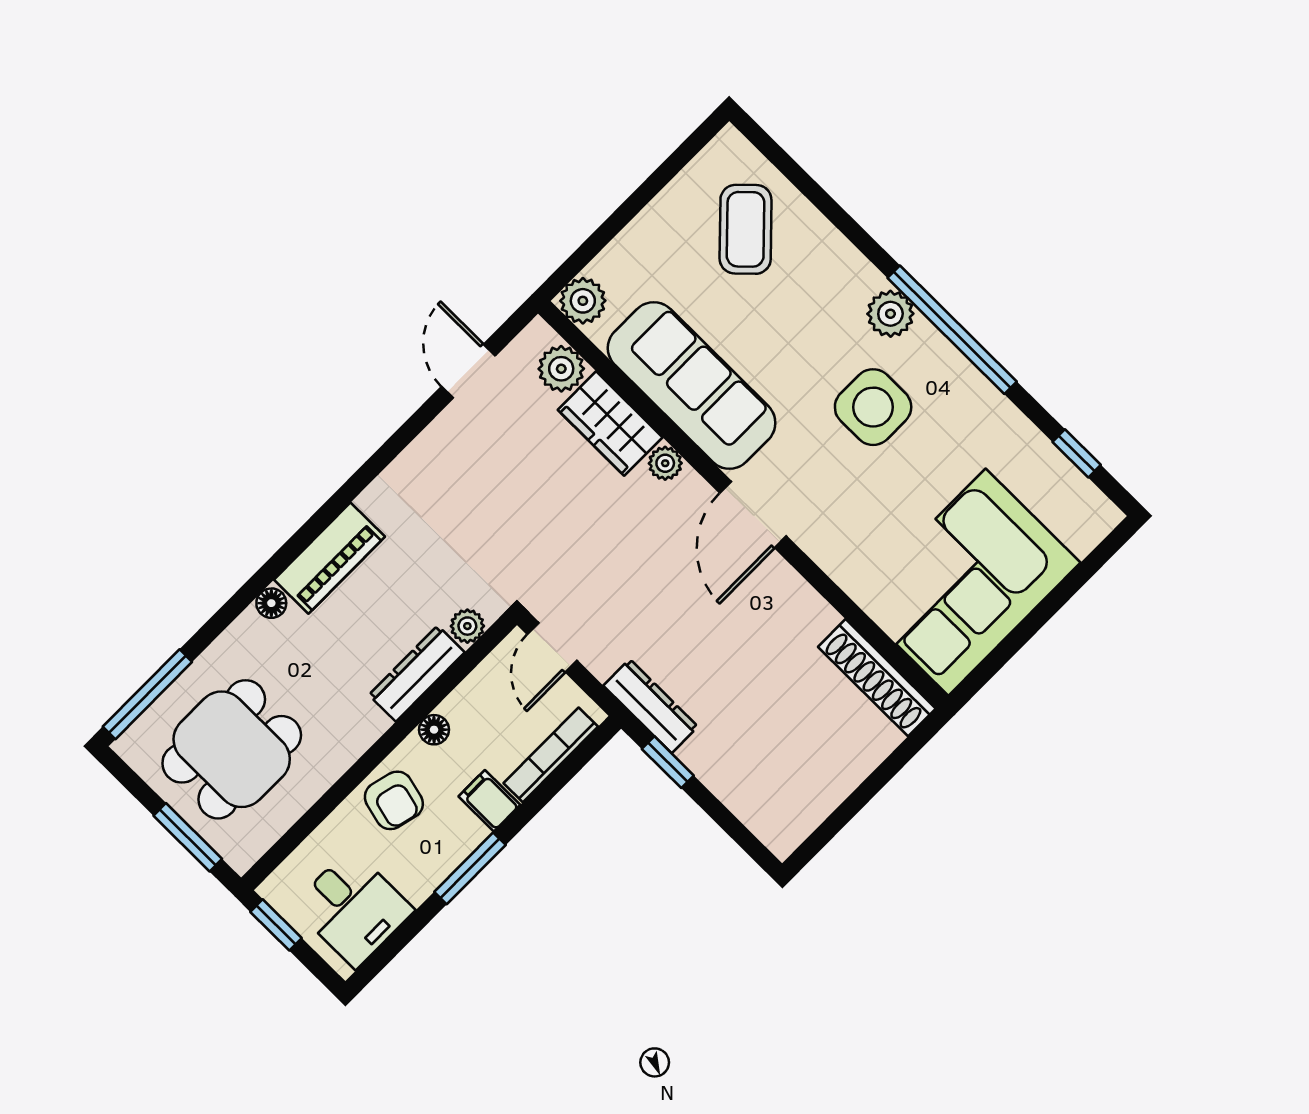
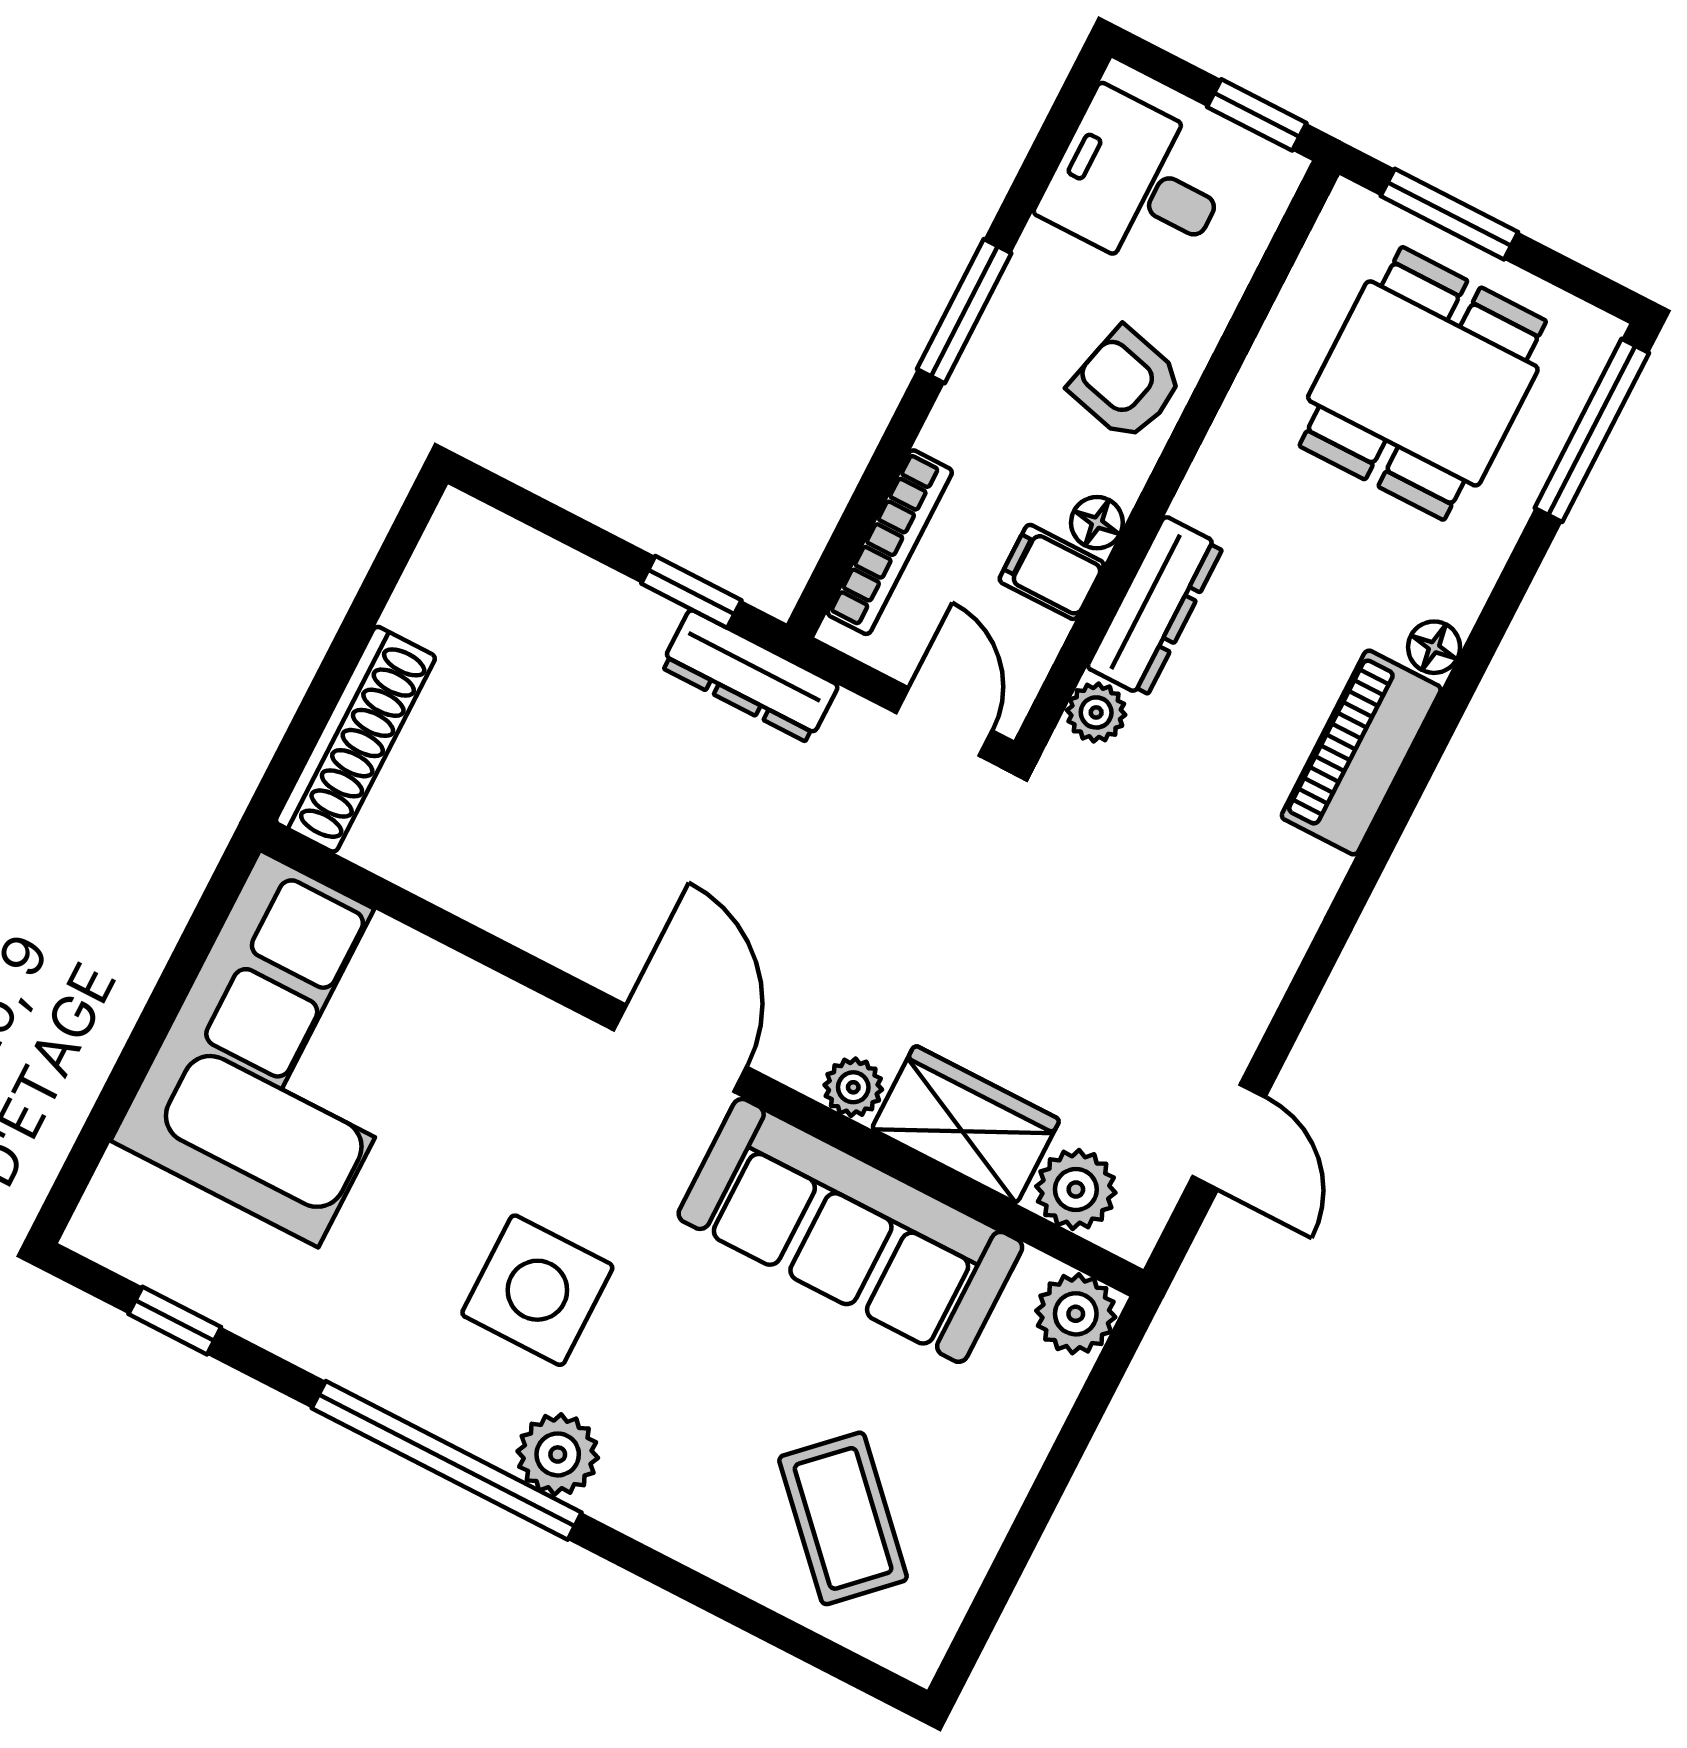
shoe rack: (877, 678) -> (355, 739), moved, turned 90
filing cabinet: (489, 801) -> (1052, 572), moved, turned 180

